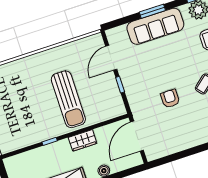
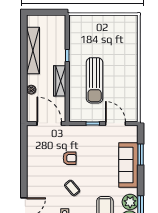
window: (152, 11) -> (141, 155), moved
sun lounger: (68, 99) -> (95, 80), turned -90
wardrobe: (83, 140) -> (60, 81), width x1.50

